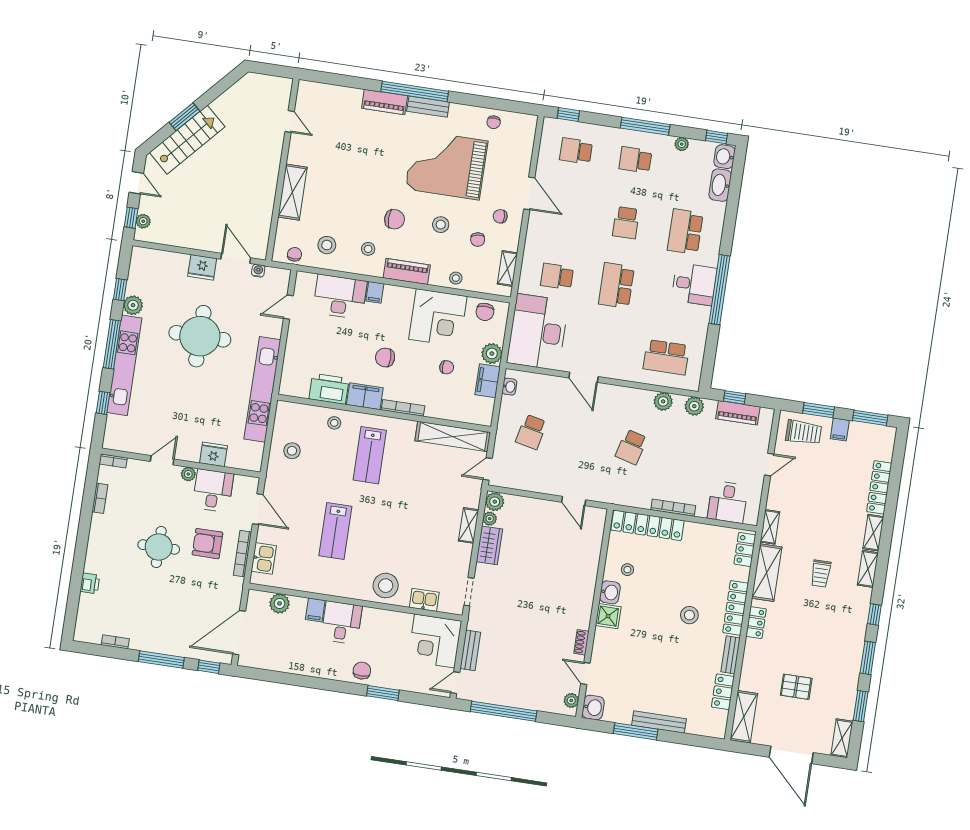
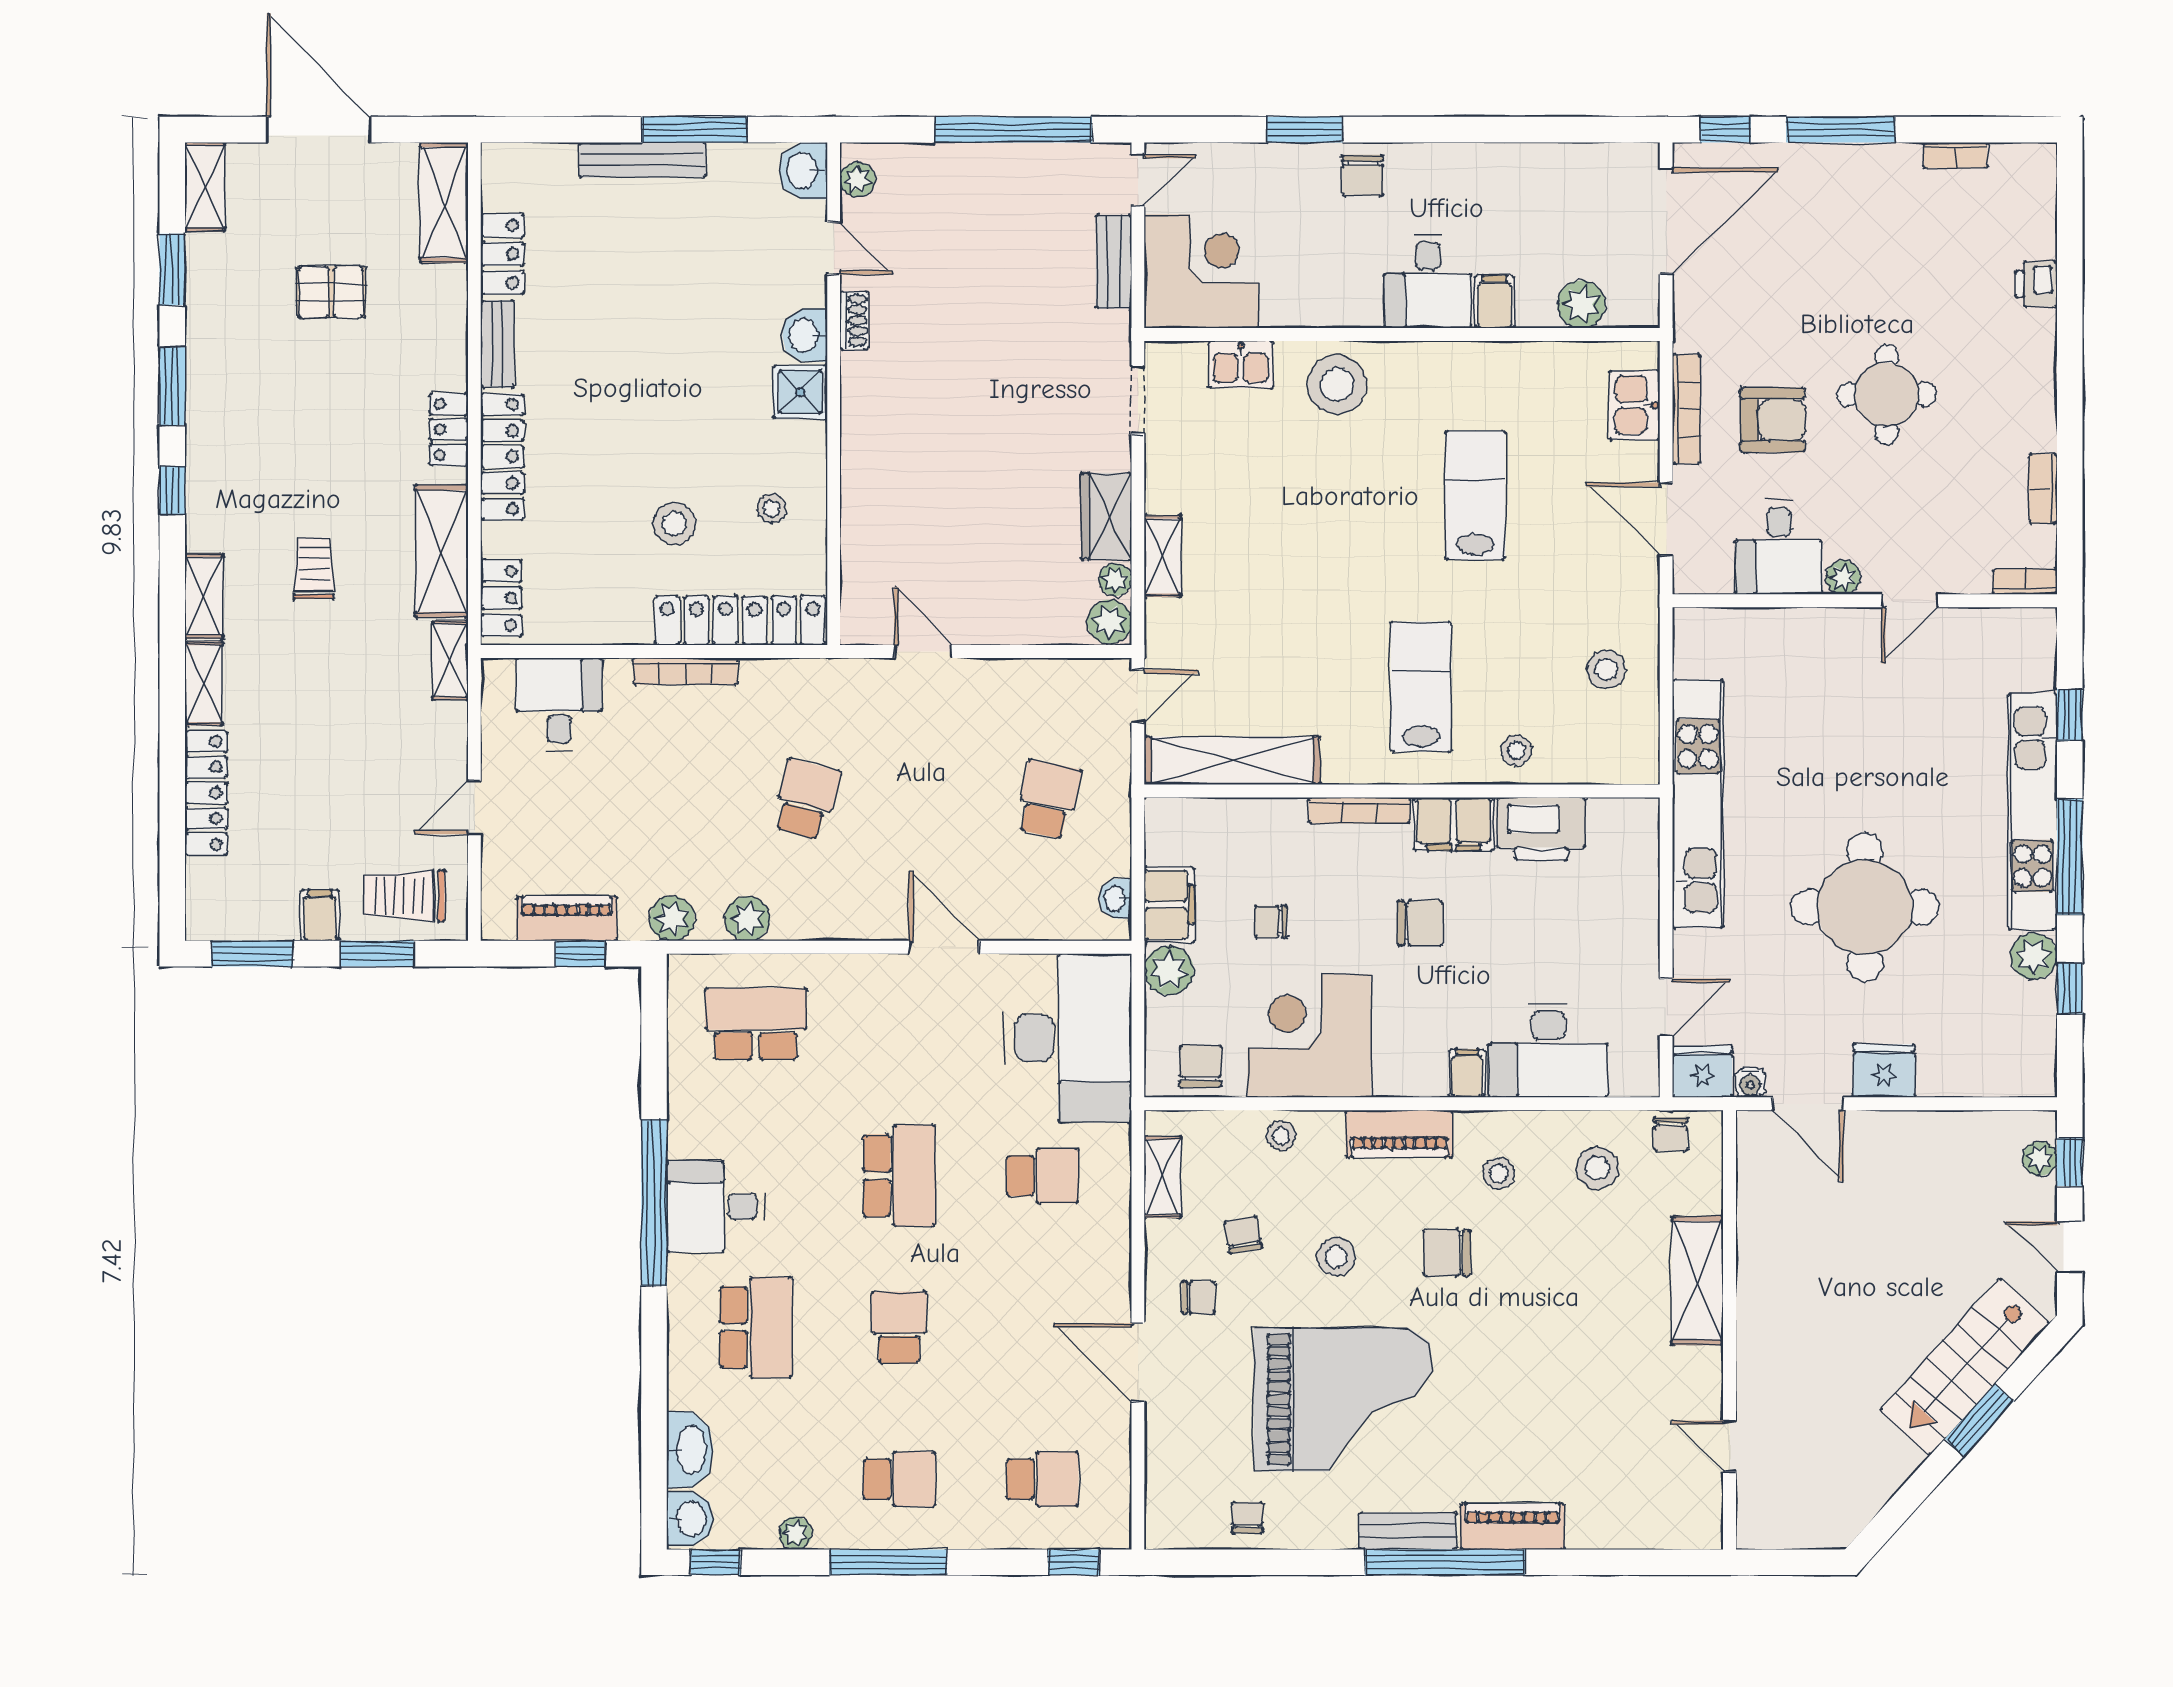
fridge: (213, 454) -> (1702, 1072), moved, turned 180
washbasin: (610, 592) -> (805, 335), moved
stool: (689, 615) -> (674, 524), moved

